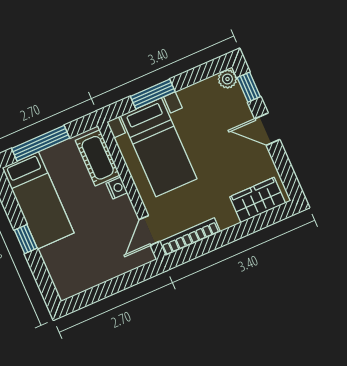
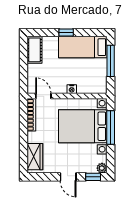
window: (153, 94) -> (111, 128), width x1.44
door: (267, 129) -> (68, 177), swing flipped
bed with nightstands: (159, 147) -> (83, 126), width x1.36
cot: (98, 158) -> (35, 50), moved, turned 90

